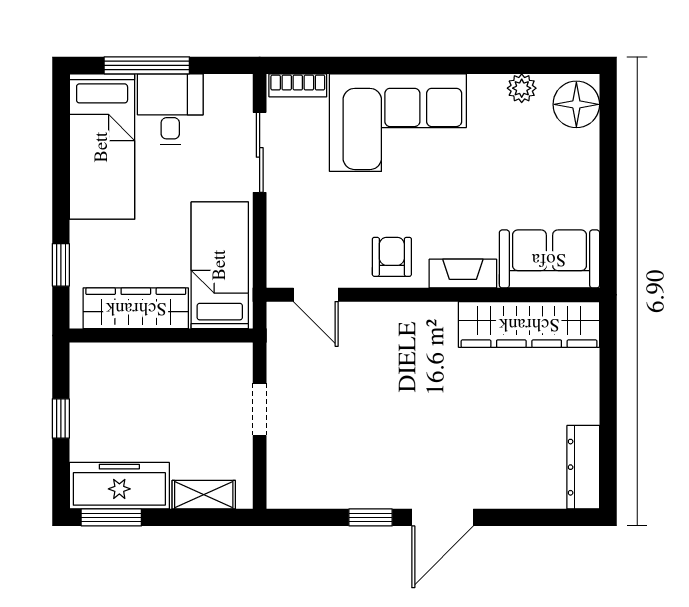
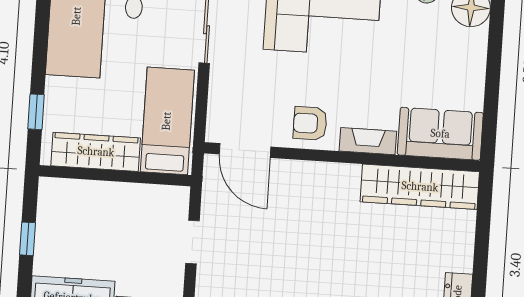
armchair: (392, 257) -> (310, 123), turned -90
door: (316, 295) -> (245, 151), width x1.38

